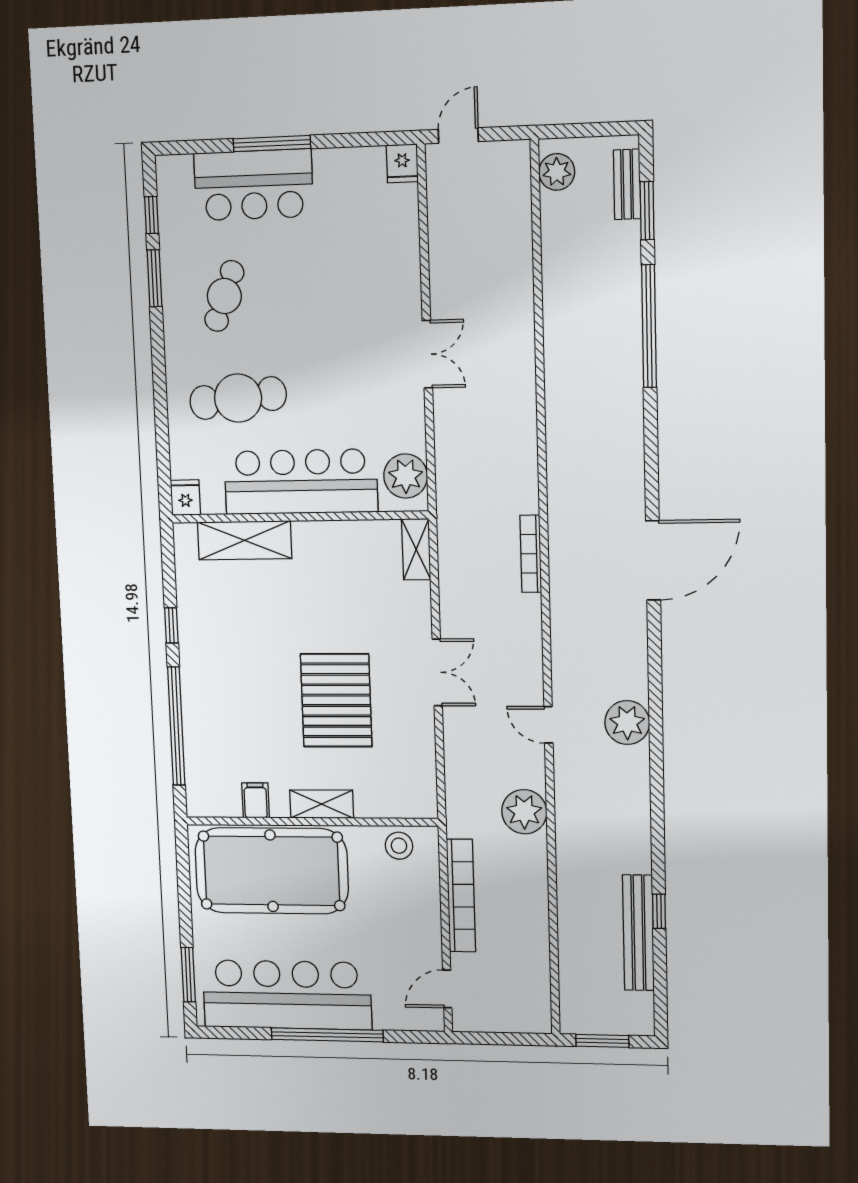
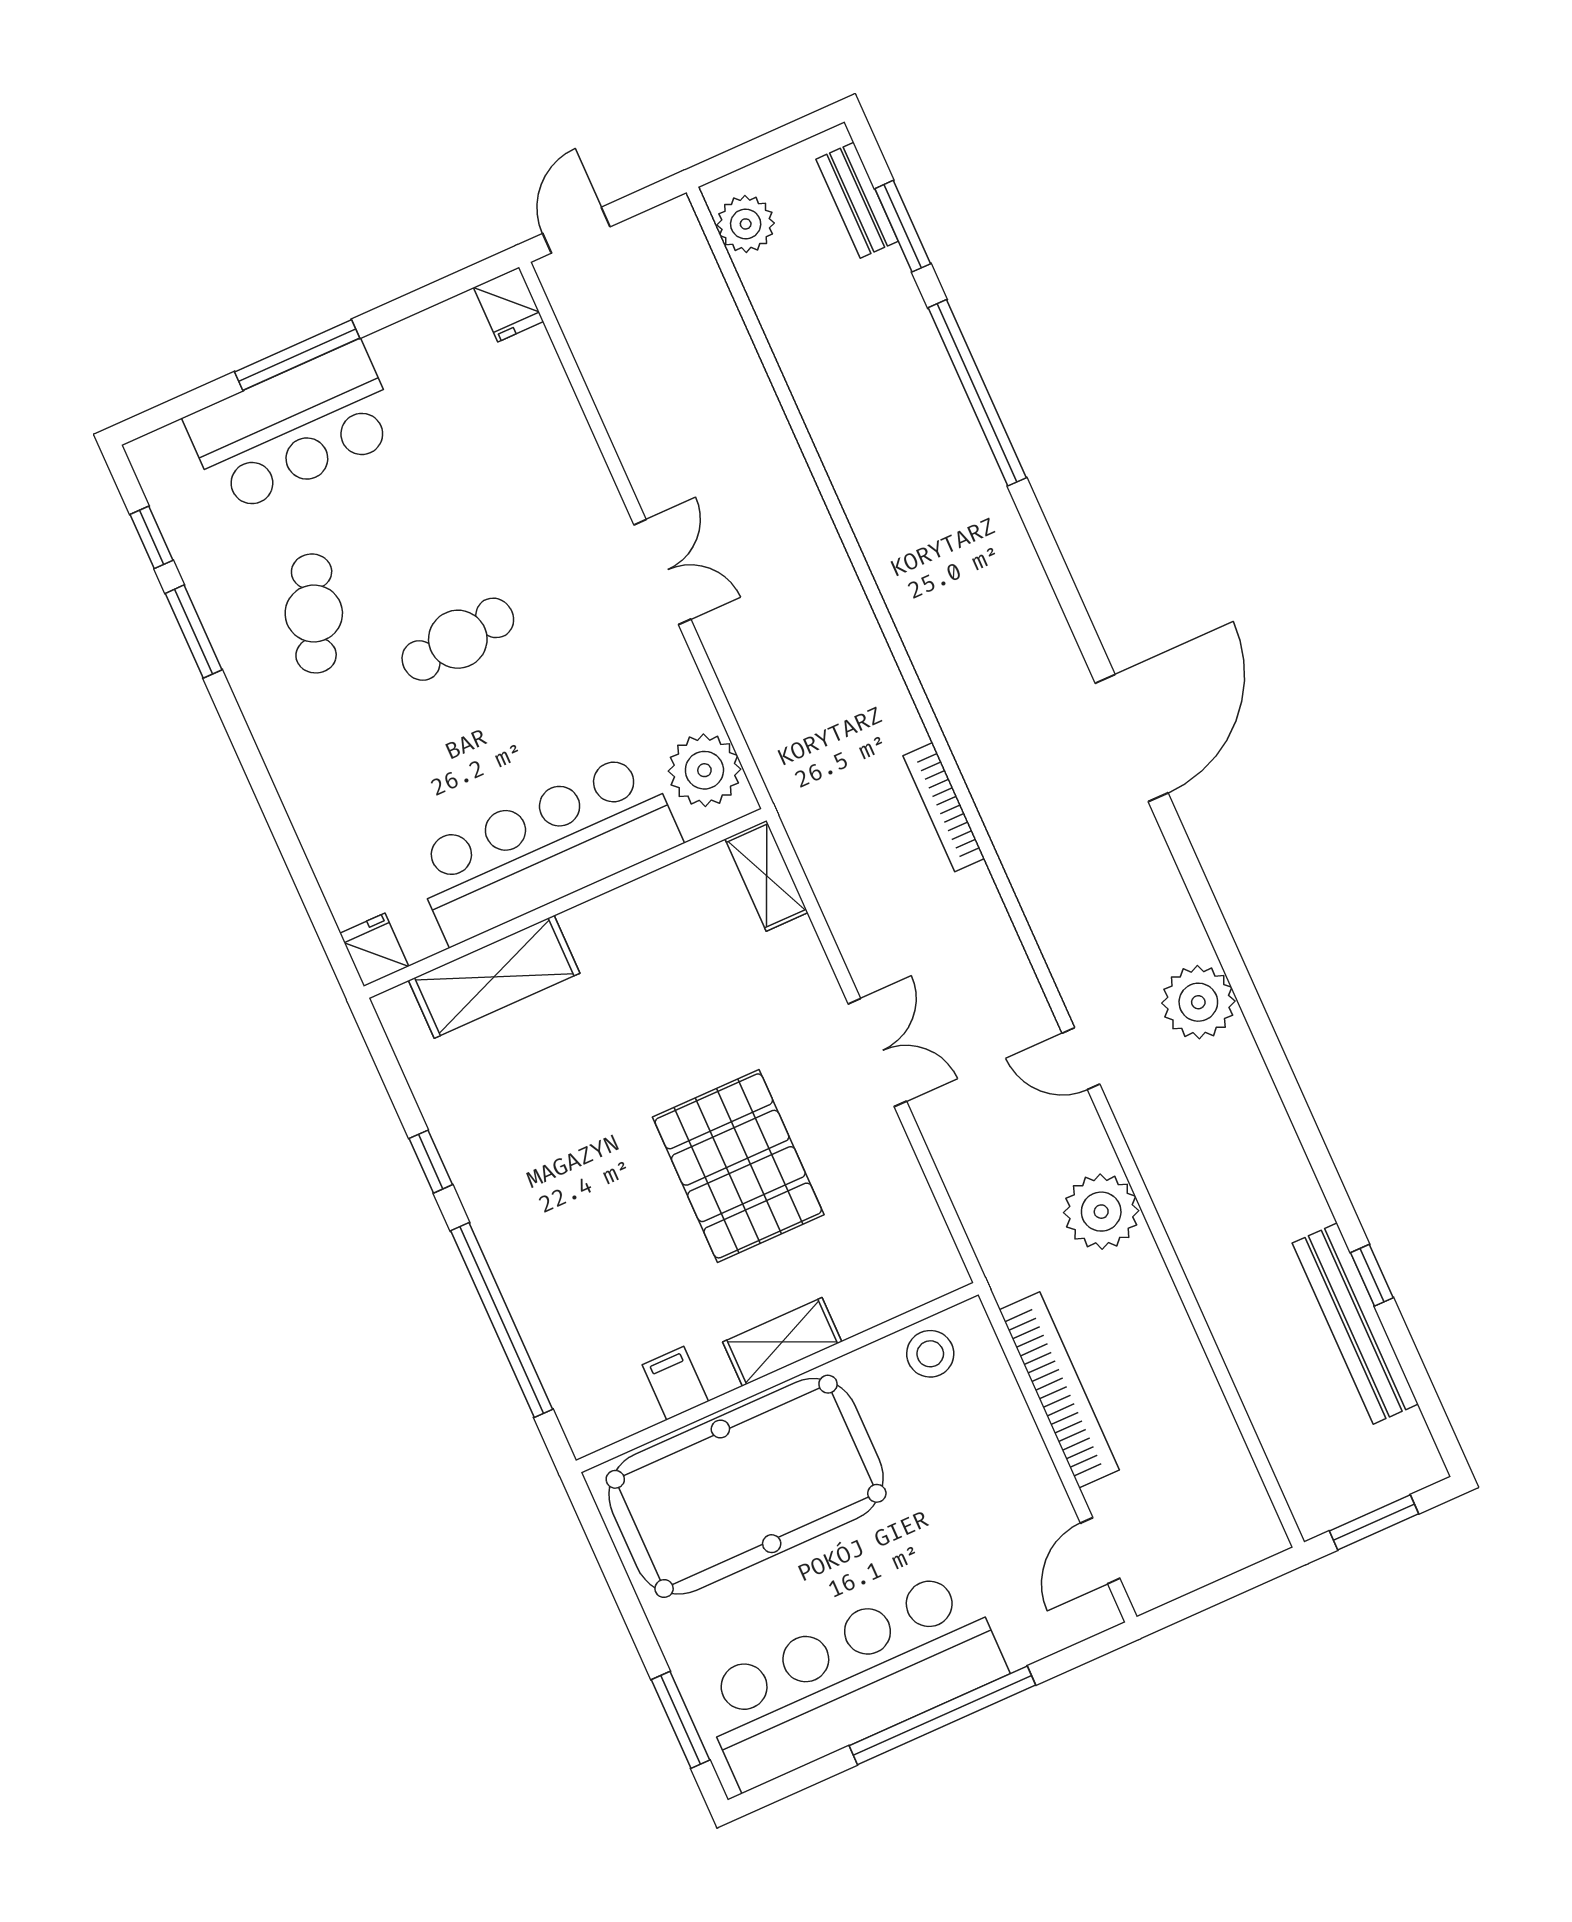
cafe table: (238, 398) -> (458, 639), moved, width x0.73, depth x0.74

